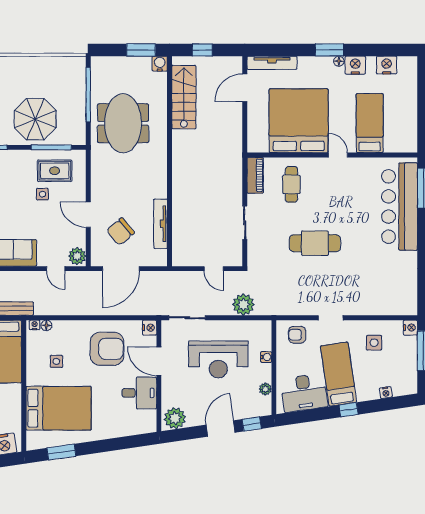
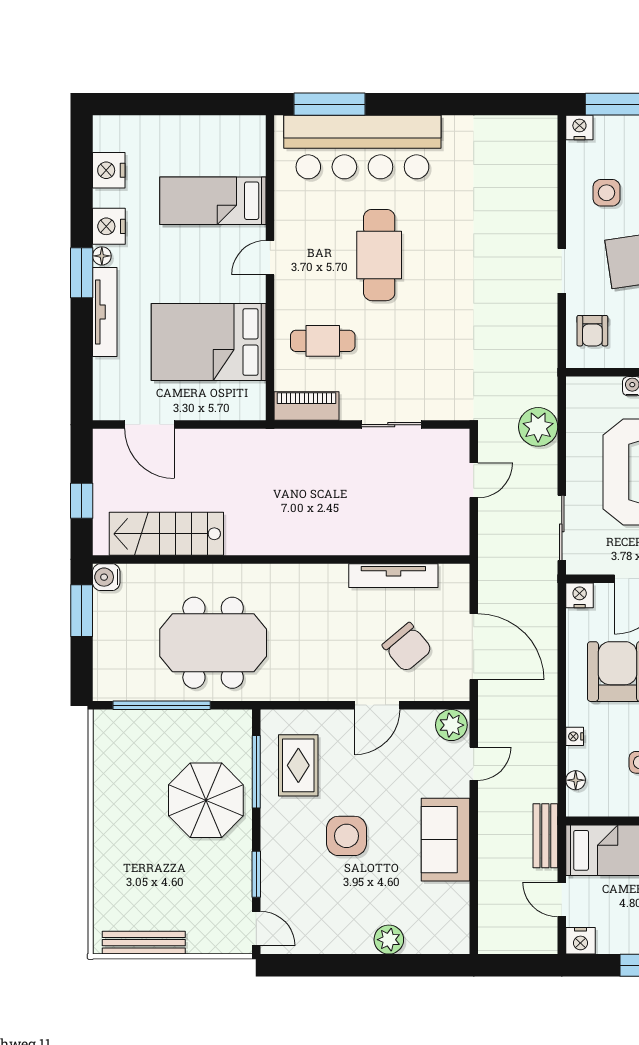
tv unit: (272, 63) -> (105, 312), moved
bed: (299, 121) -> (209, 342), width x0.73
side table: (42, 194) -> (347, 836), moved, width x1.87, depth x1.87
cafe table: (315, 243) -> (379, 255), moved
nightstand: (35, 325) -> (575, 736), moved

